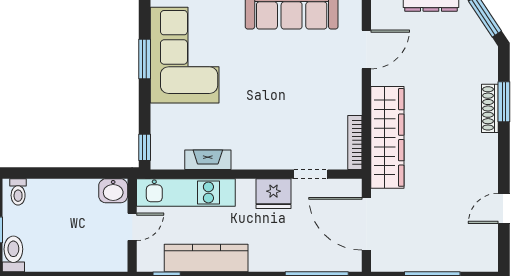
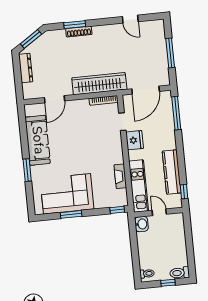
door: (366, 49) -> (55, 99), swing flipped

